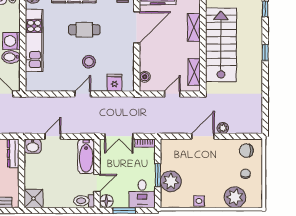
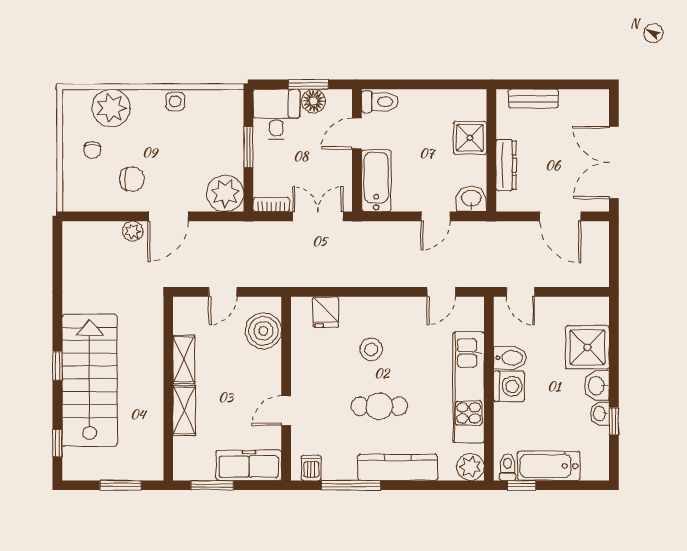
door: (137, 27) -> (286, 411), width x0.53
stairs: (221, 45) -> (90, 380), moved, turned 180
shelving: (194, 72) -> (184, 359), moved
boiler: (145, 77) -> (263, 331), width x1.86, depth x1.86
door: (83, 94) -> (441, 292), moved
chair: (246, 151) -> (132, 179), moved
dresser: (13, 153) -> (506, 165), moved
plant: (171, 181) -> (225, 193), moved
shower: (33, 198) -> (470, 138), moved
floor lamp: (106, 201) -> (313, 101), moved

